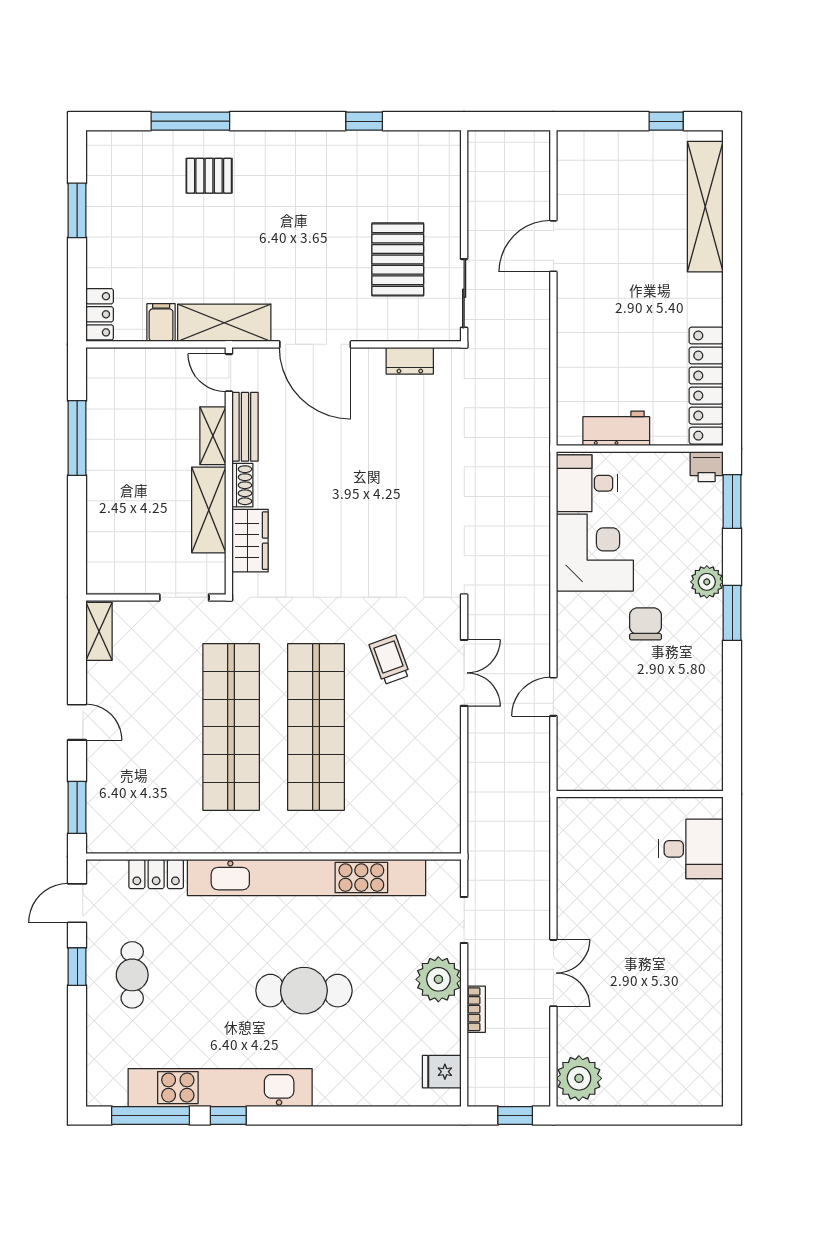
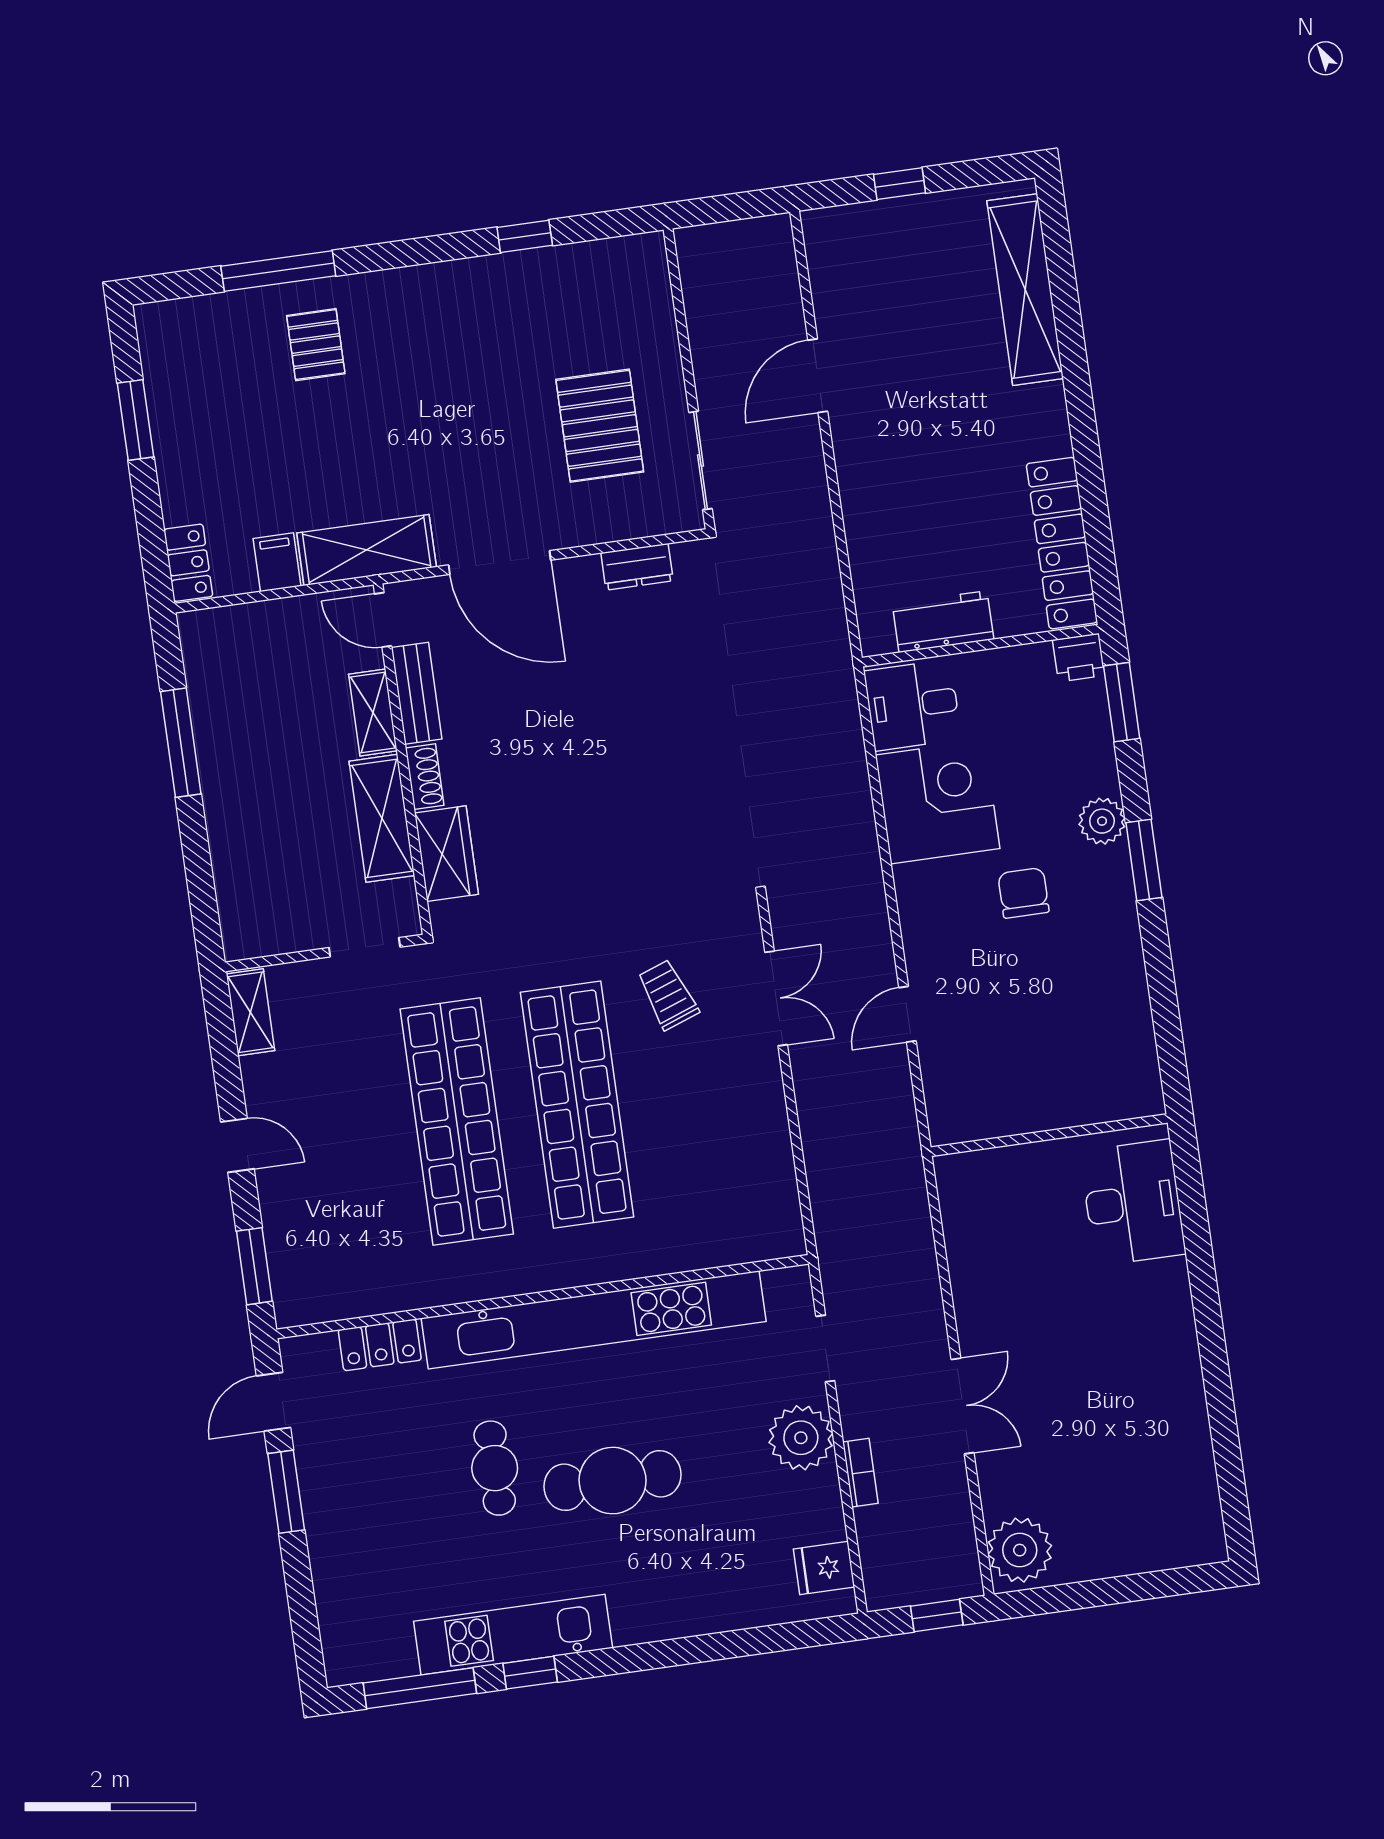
window: (666, 121) -> (899, 184), moved
pallet: (209, 176) -> (316, 345), turned 90
desk: (691, 849) -> (1133, 1203), width x1.37
window: (77, 967) -> (286, 1492), width x1.50
cafe table: (132, 975) -> (495, 1468), moved
kitchen unit: (220, 1088) -> (513, 1635), width x0.73

